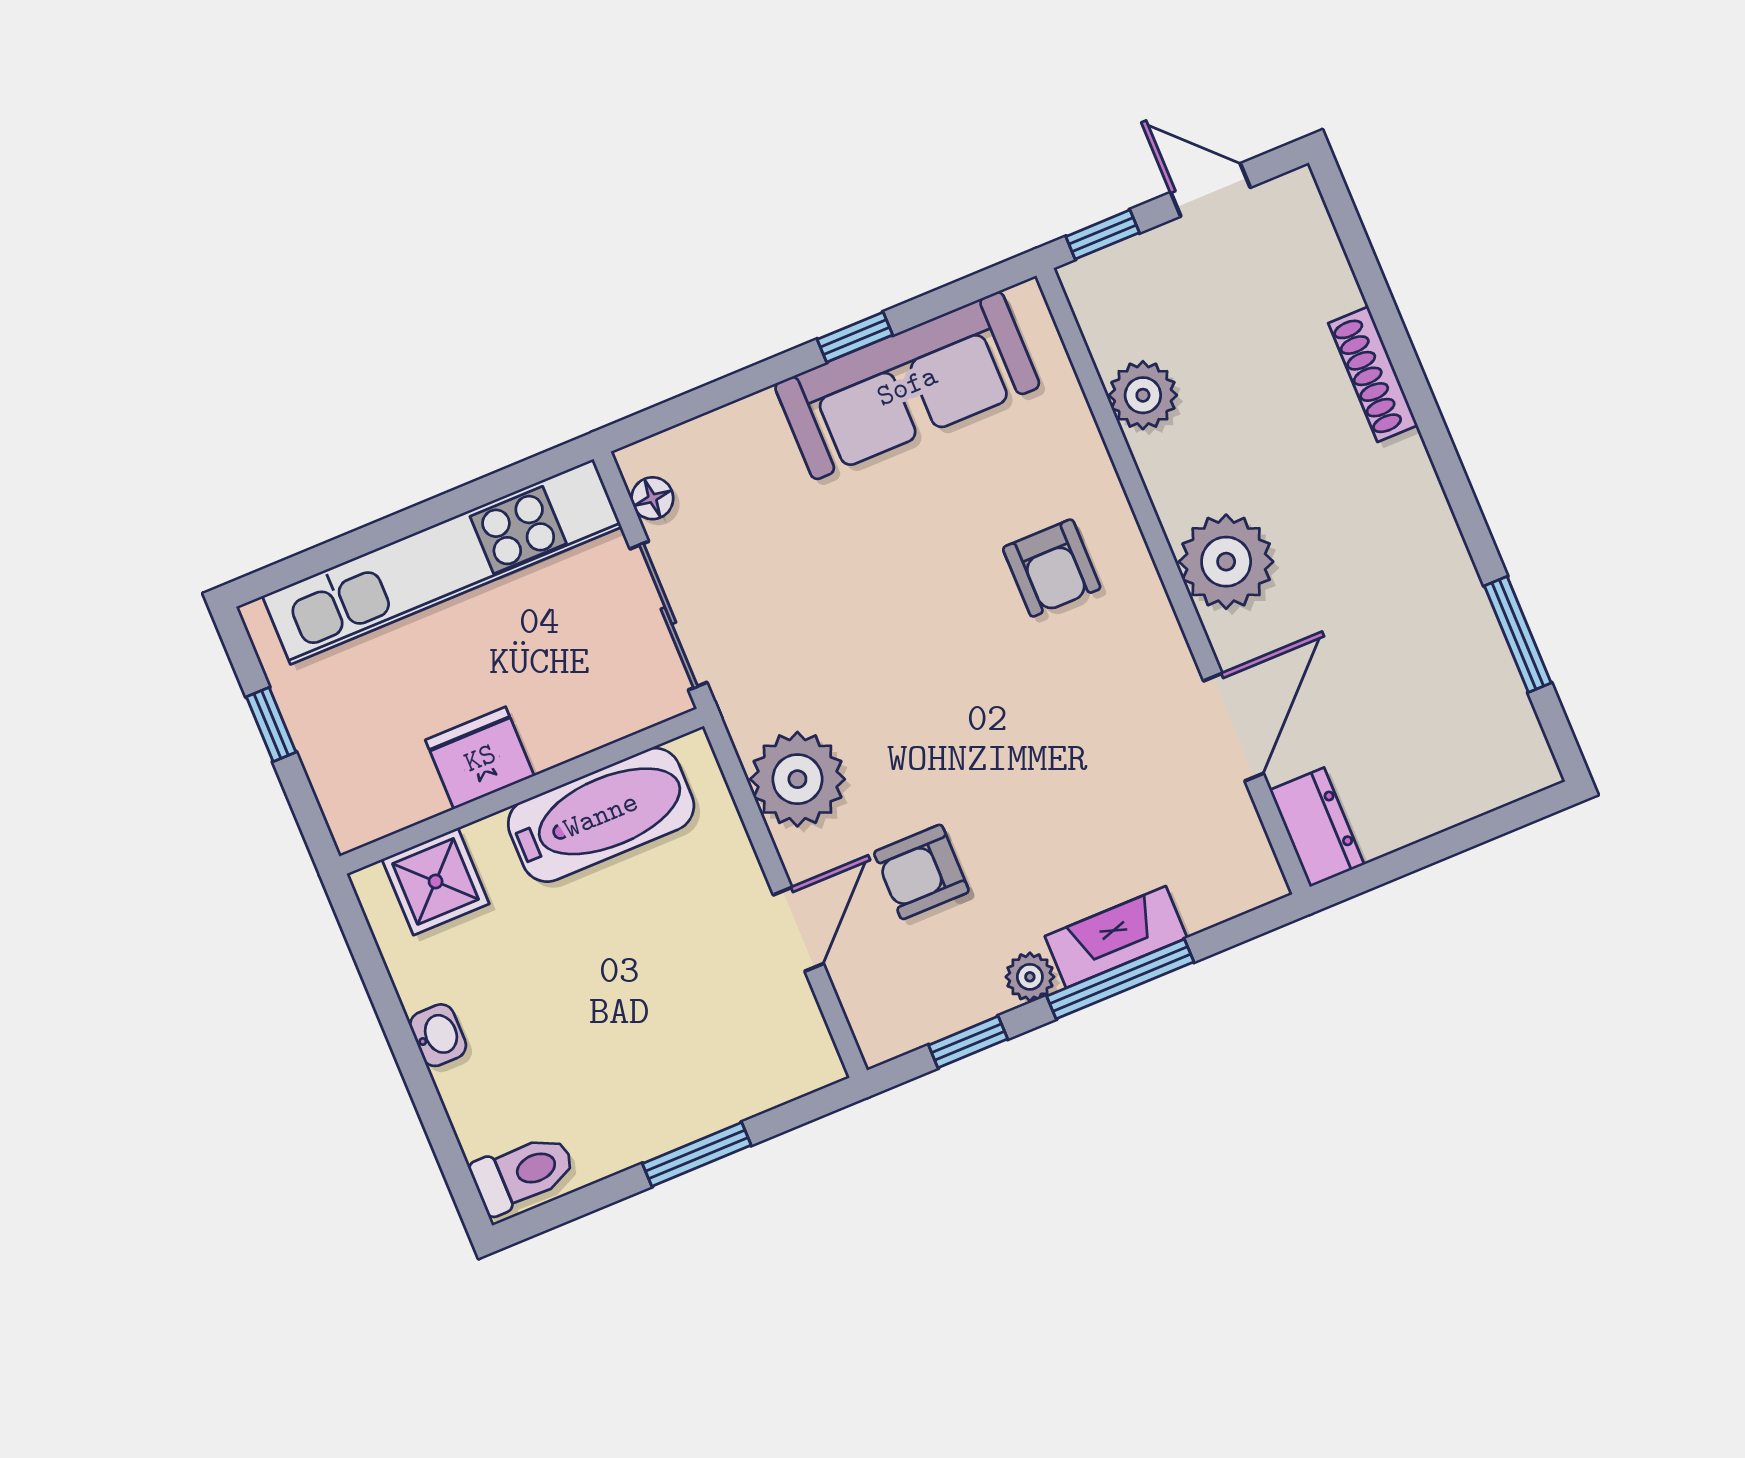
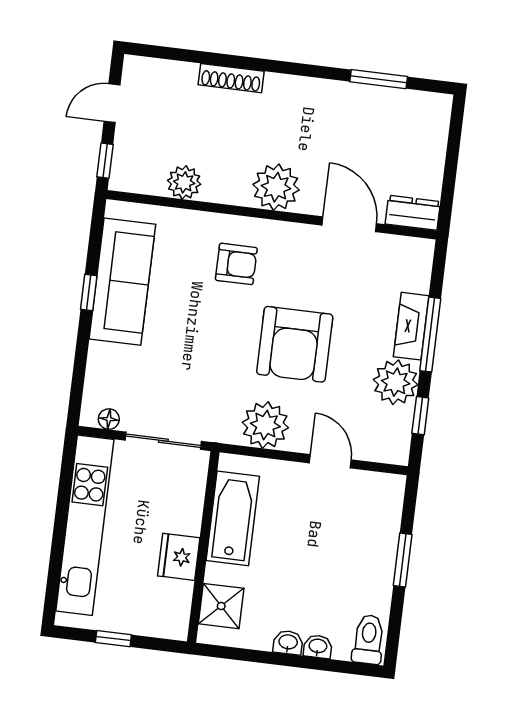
armchair: (921, 872) -> (295, 344), moved, width x1.88, depth x1.88
plant: (1030, 977) -> (396, 382), width x1.88, depth x1.88
washbasin: (461, 1092) -> (318, 647), added

